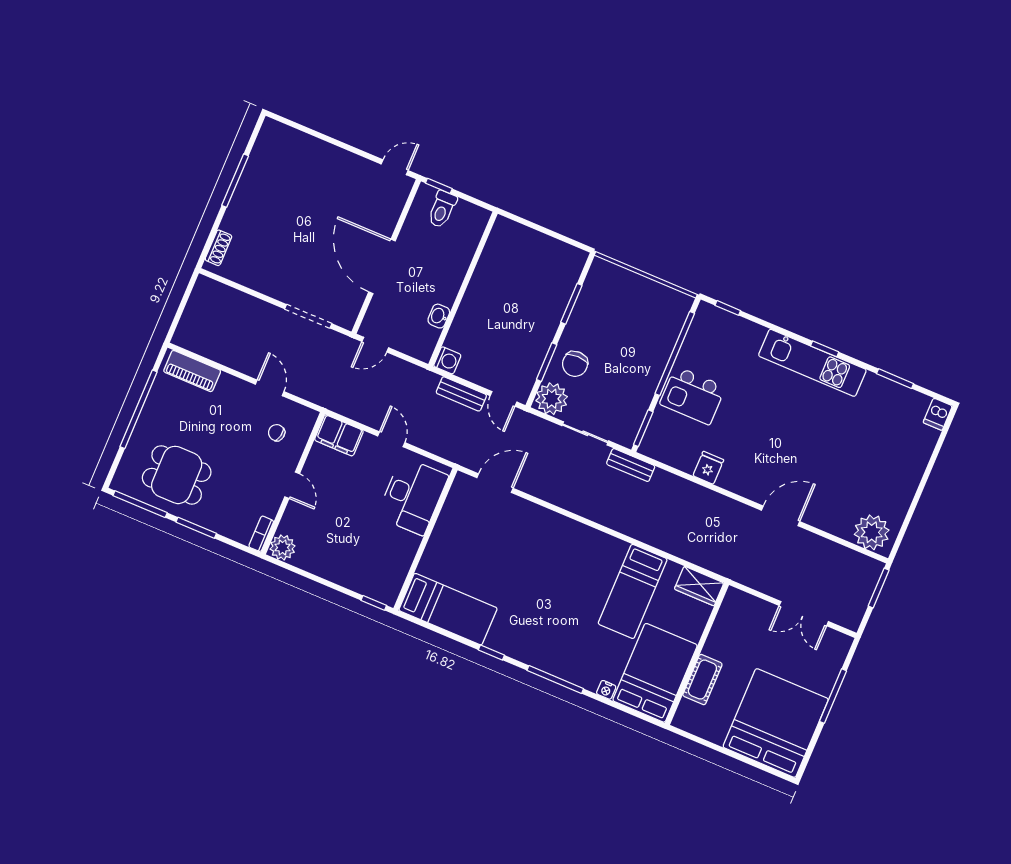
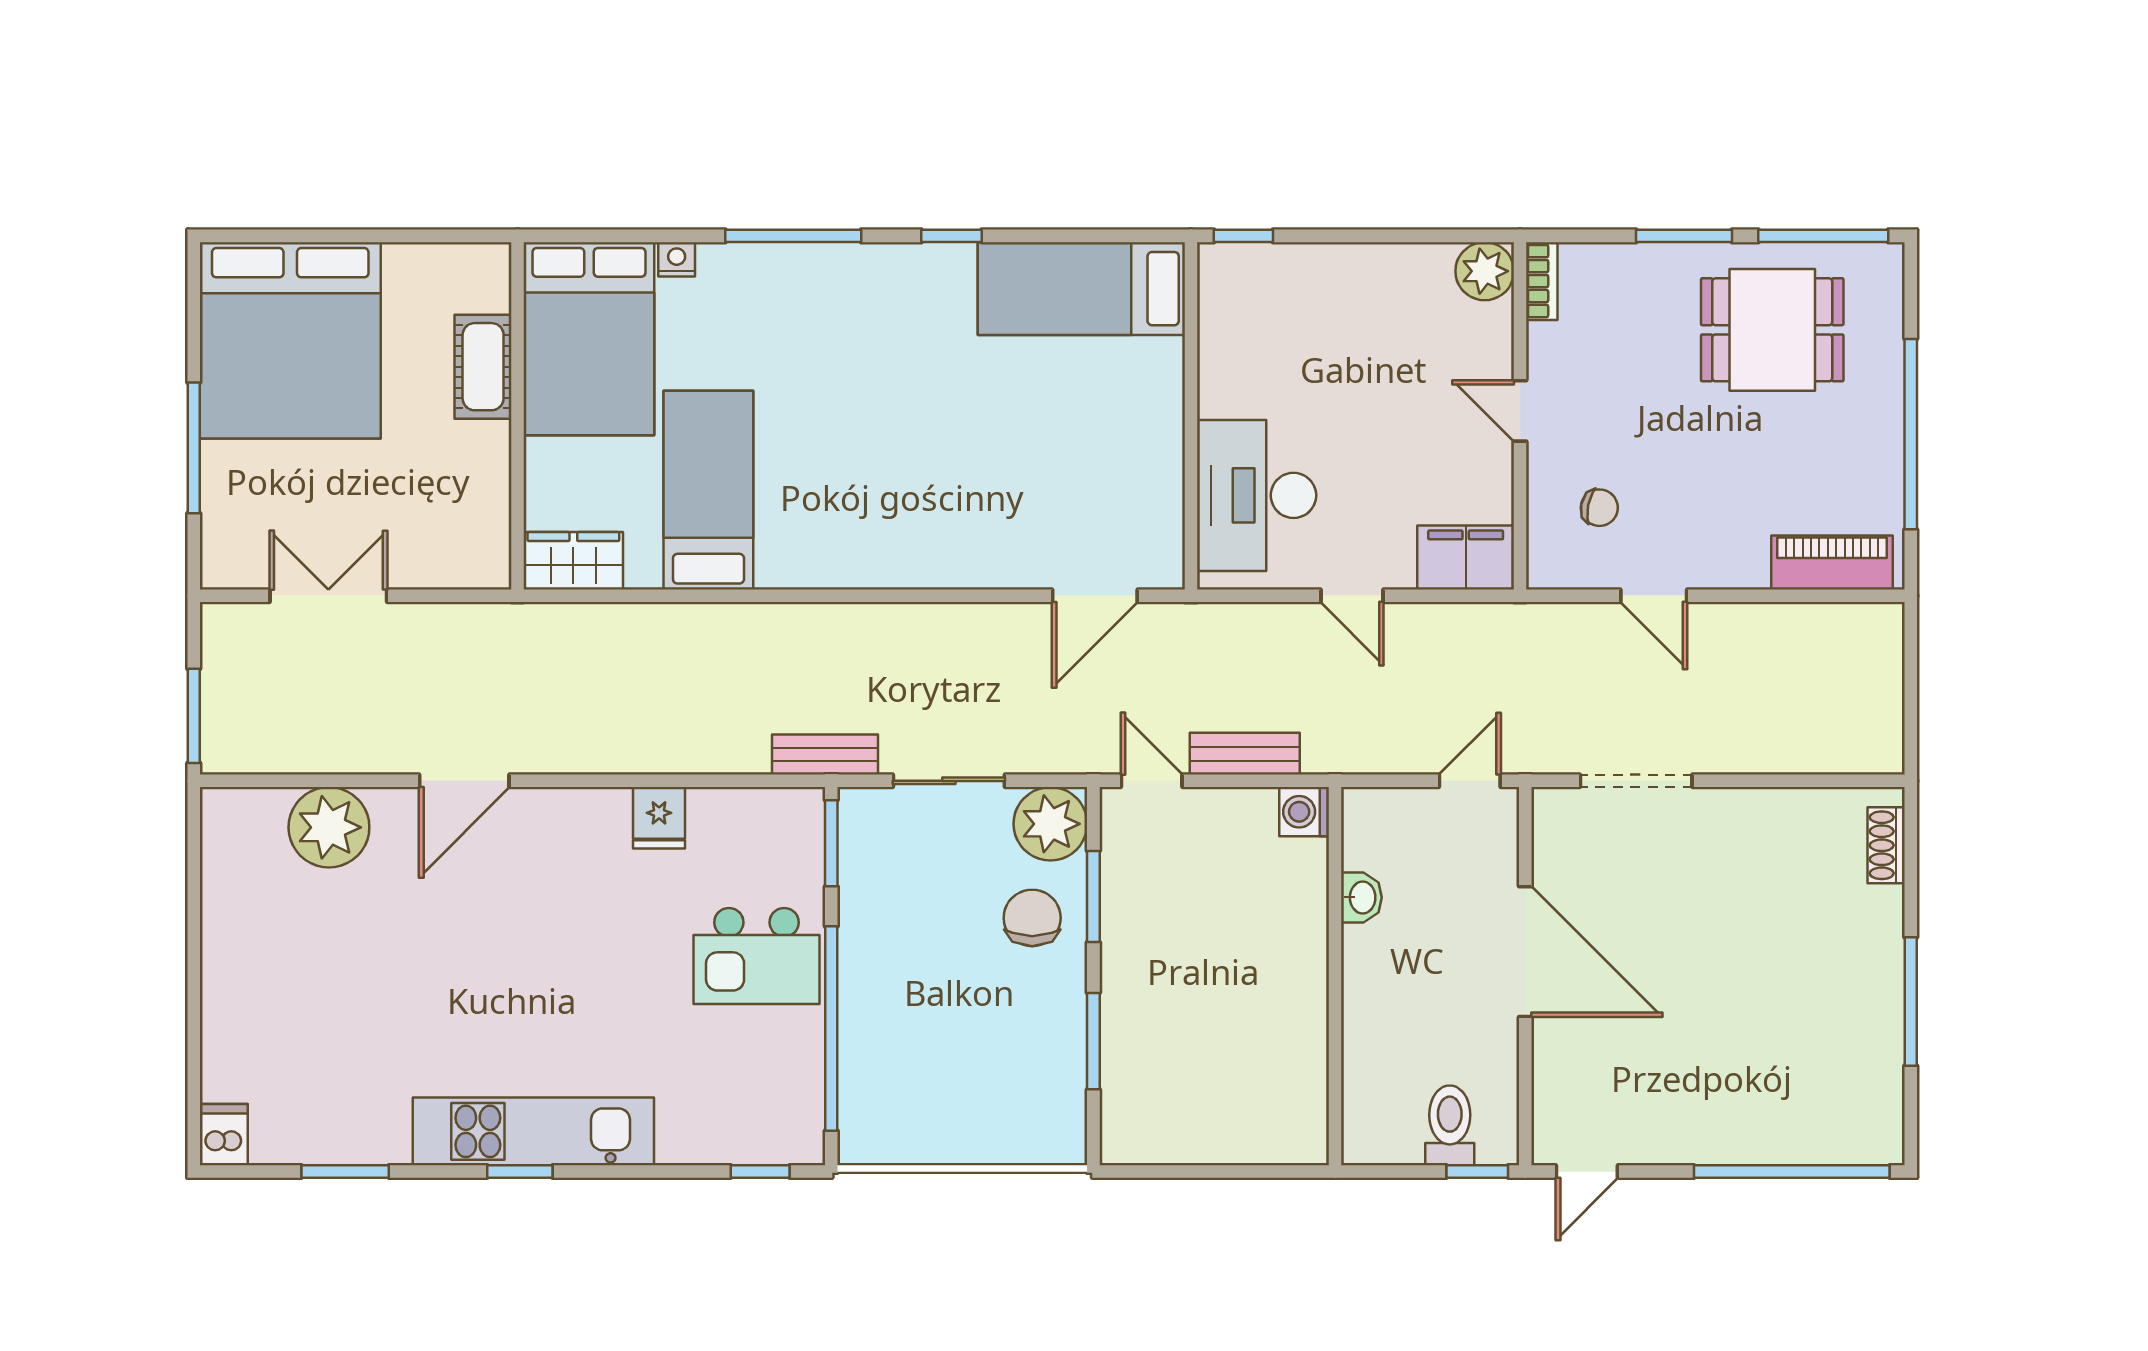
window: (312, 132) -> (1792, 1172), added
kitchen island: (693, 395) -> (757, 956), turned 180
plant: (872, 532) -> (329, 827), moved

